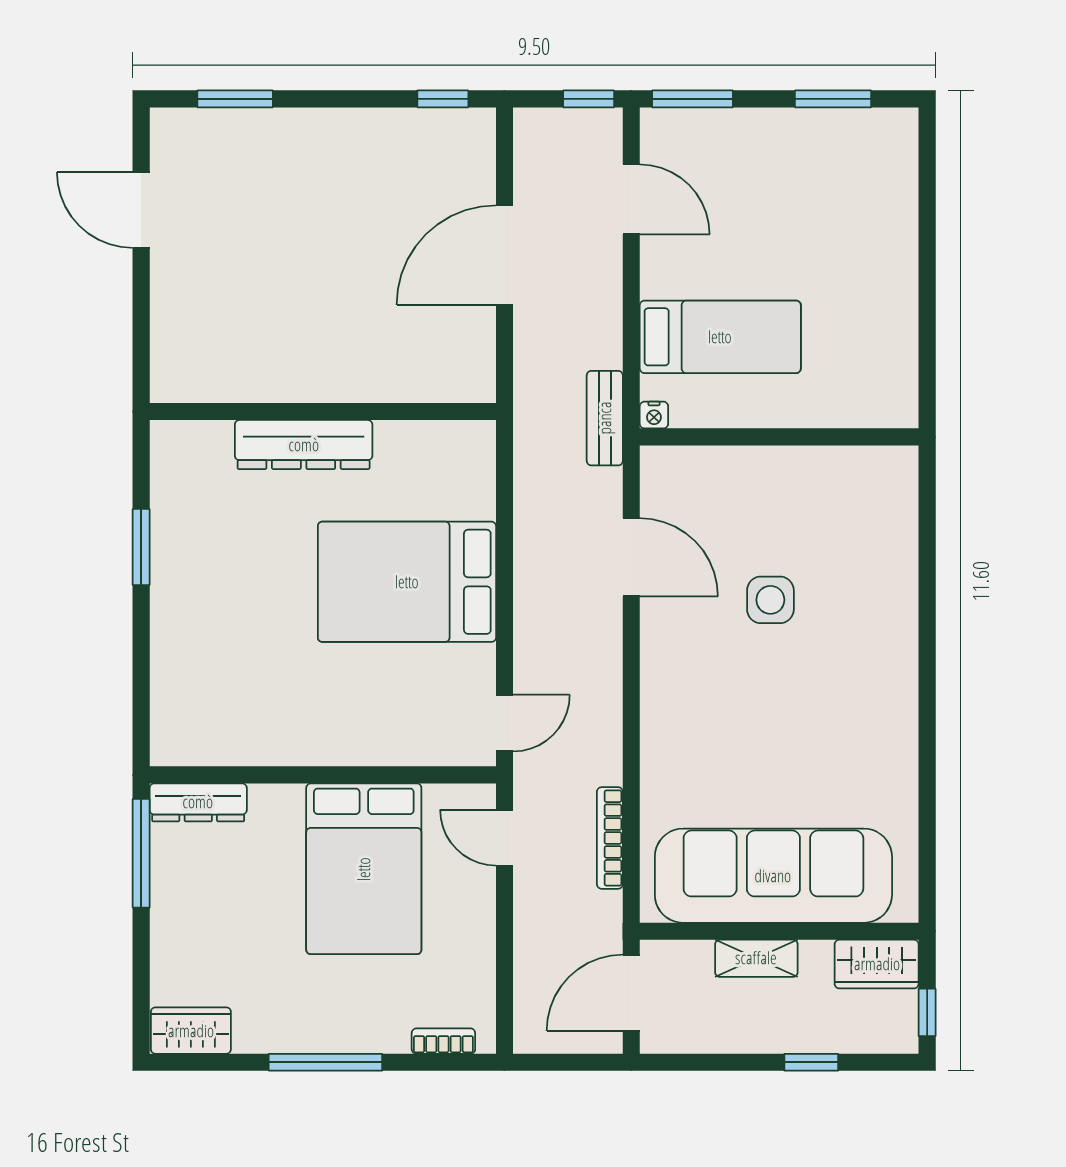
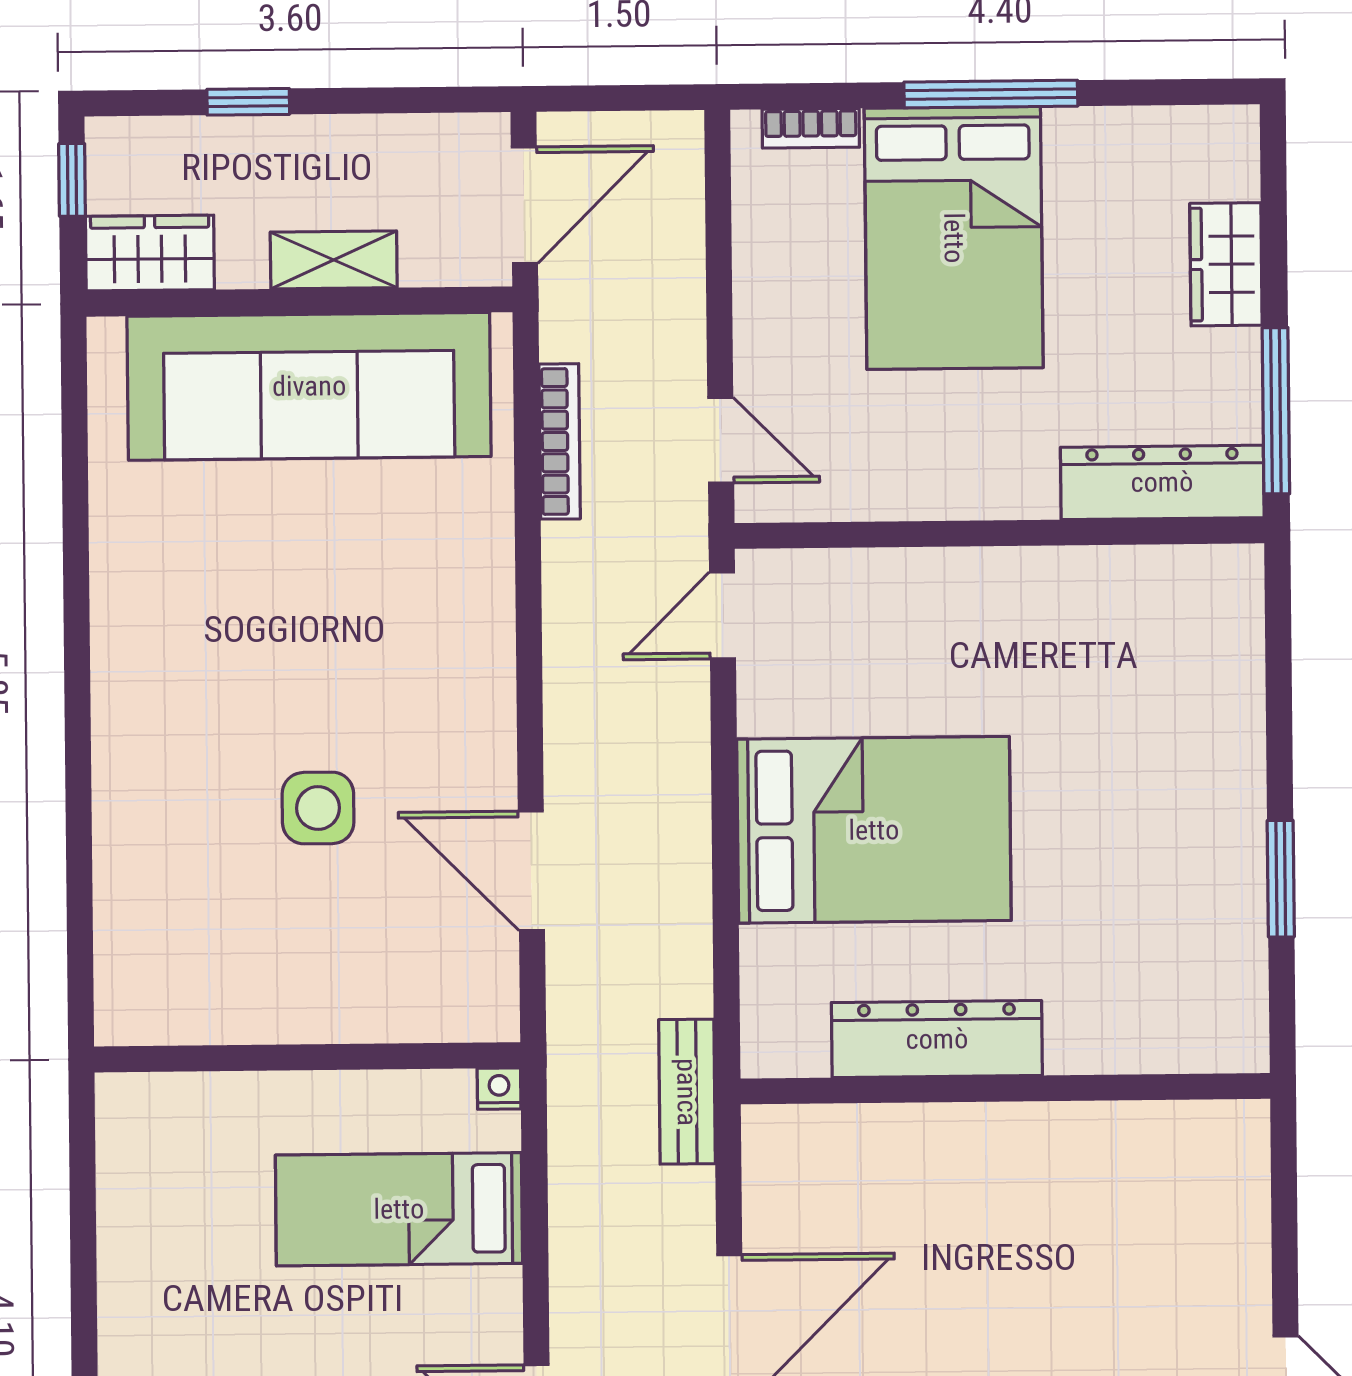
bench: (605, 418) -> (687, 1092), moved
dresser: (304, 445) -> (937, 1039), moved
dresser: (198, 802) -> (1162, 482), width x1.37, depth x1.24
bed: (364, 869) -> (954, 238), moved, turned 180
wardrobe: (191, 1031) -> (1226, 264), moved, turned 90

